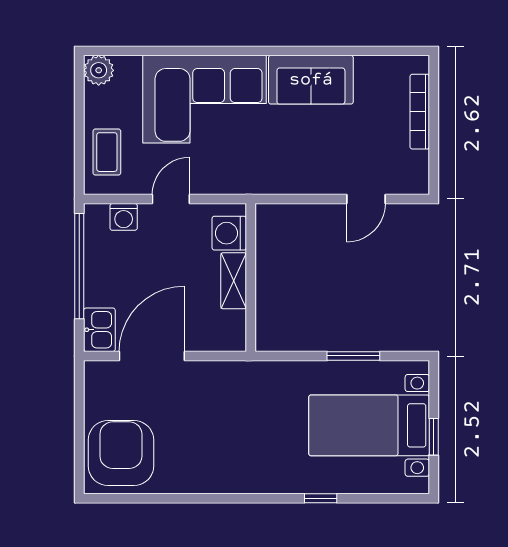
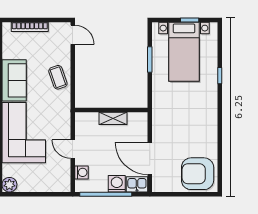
coffee table: (107, 152) -> (58, 77), moved, turned 71
door: (366, 199) -> (73, 35), moved
washing machine: (229, 233) -> (117, 184), moved, turned 180

